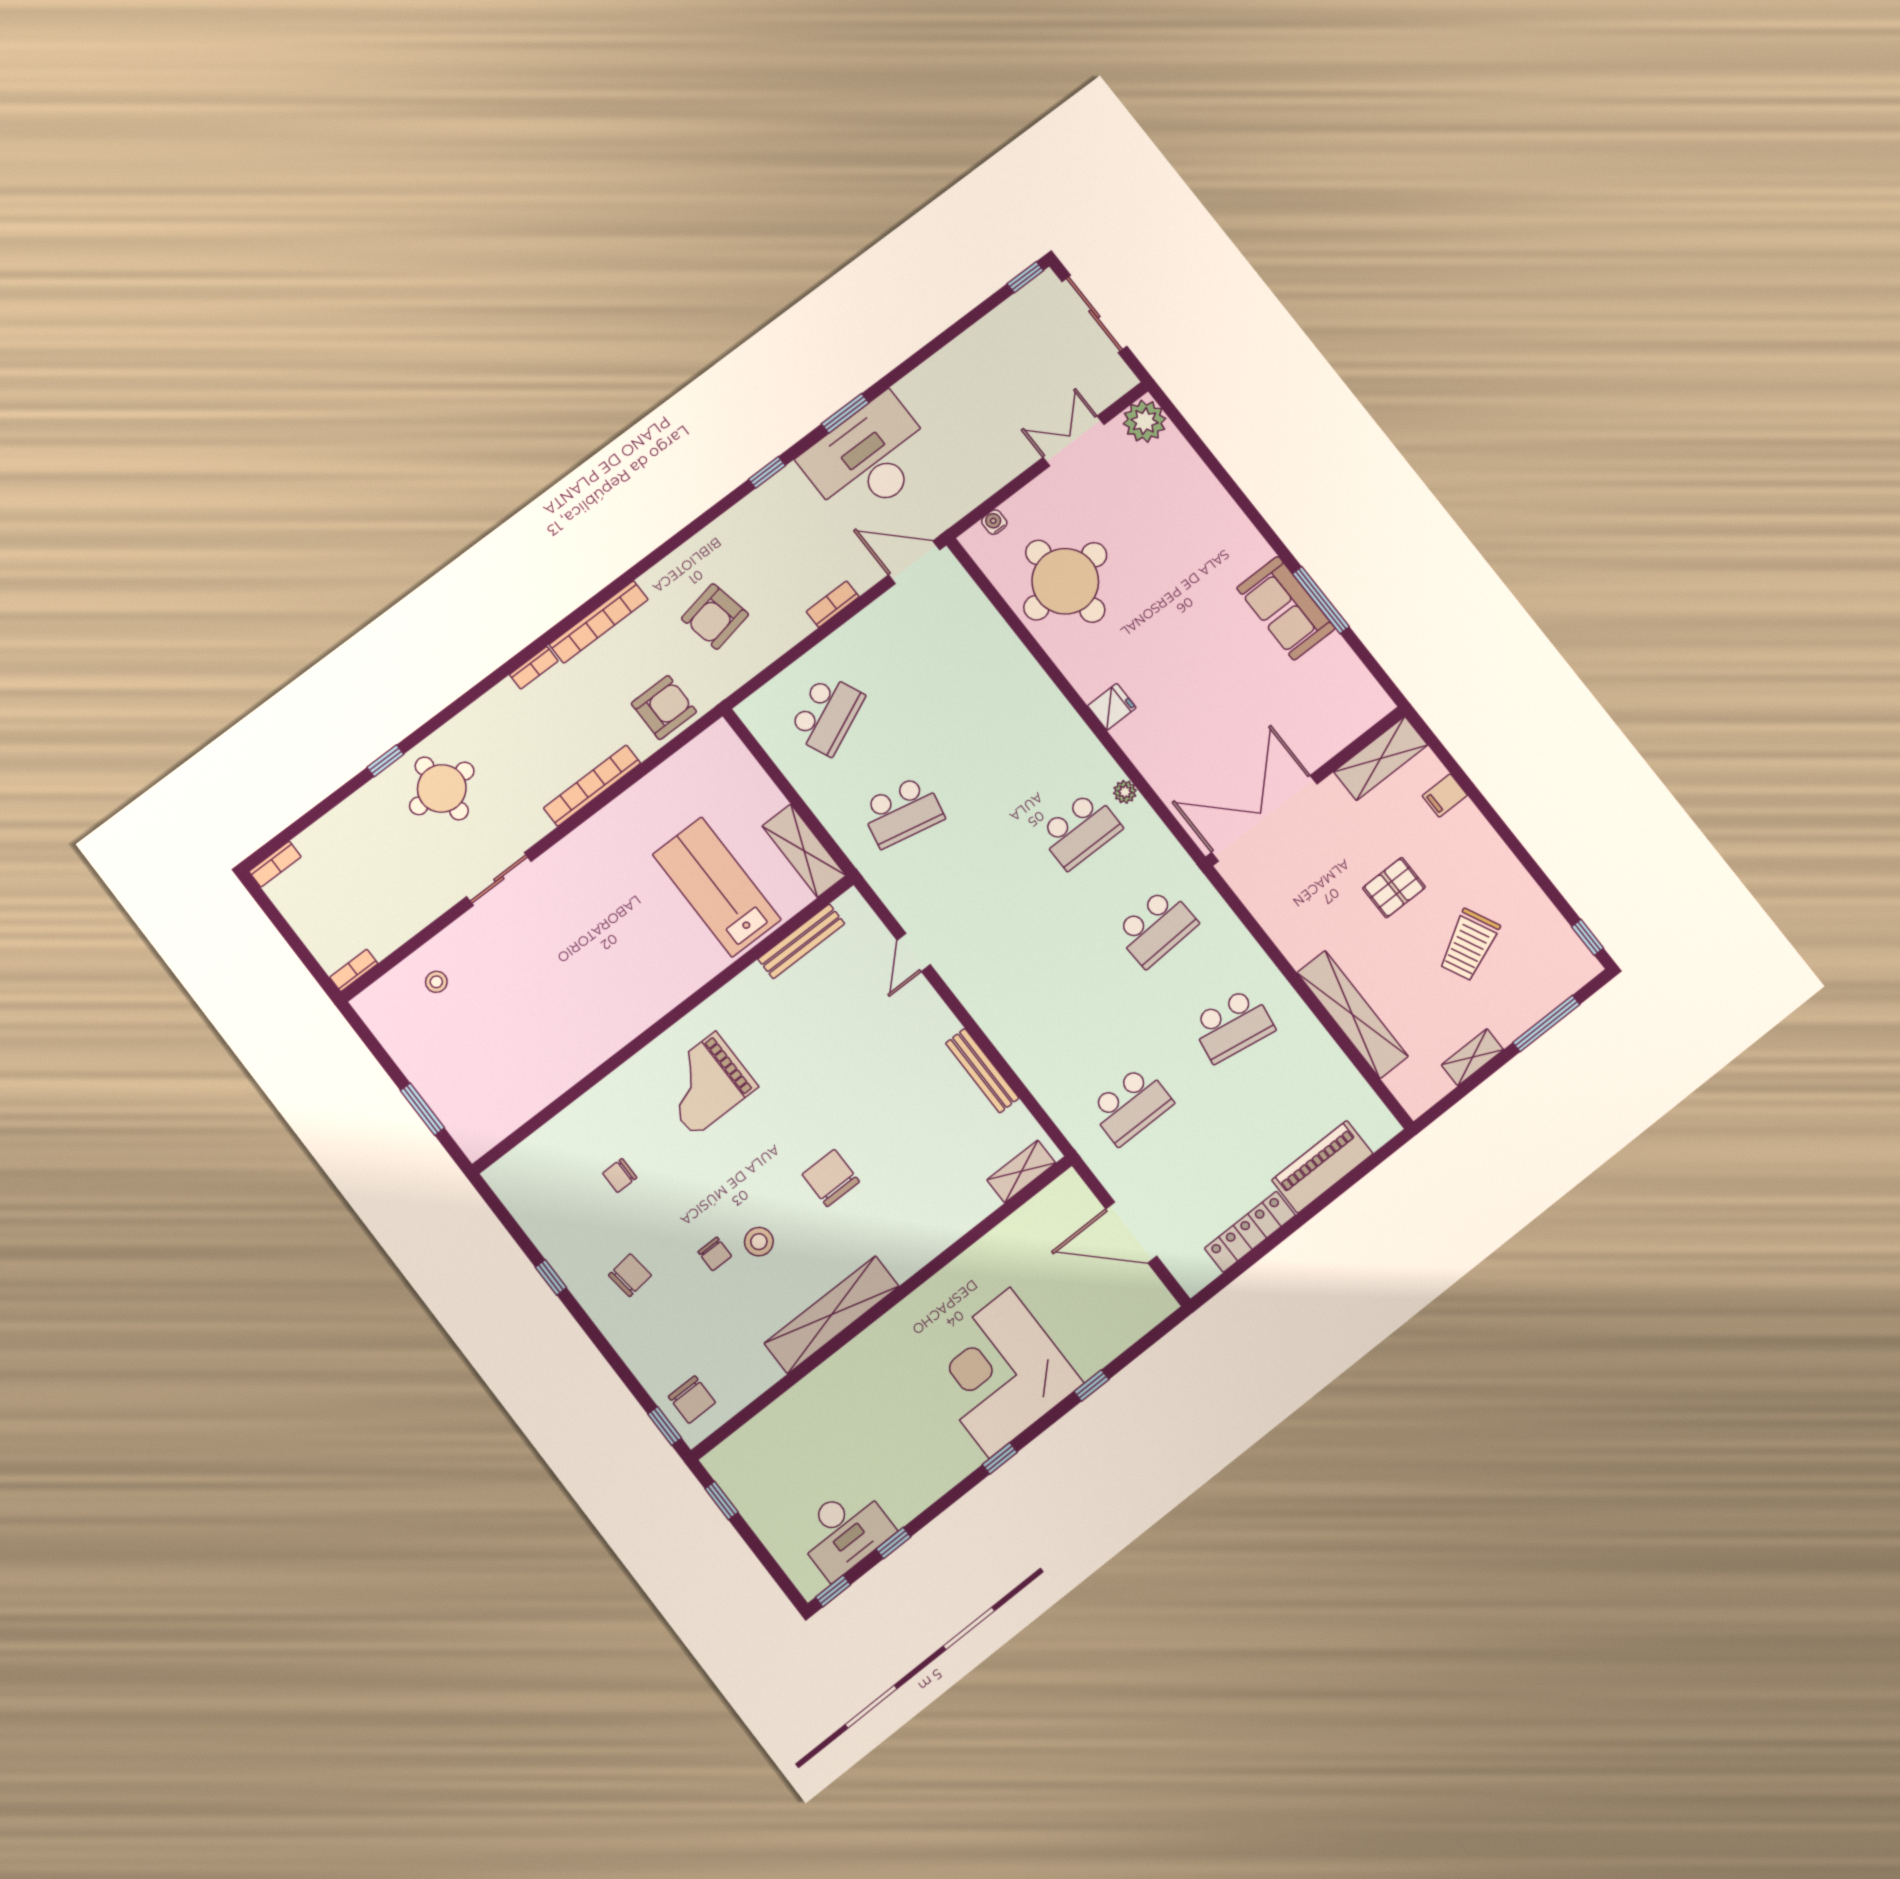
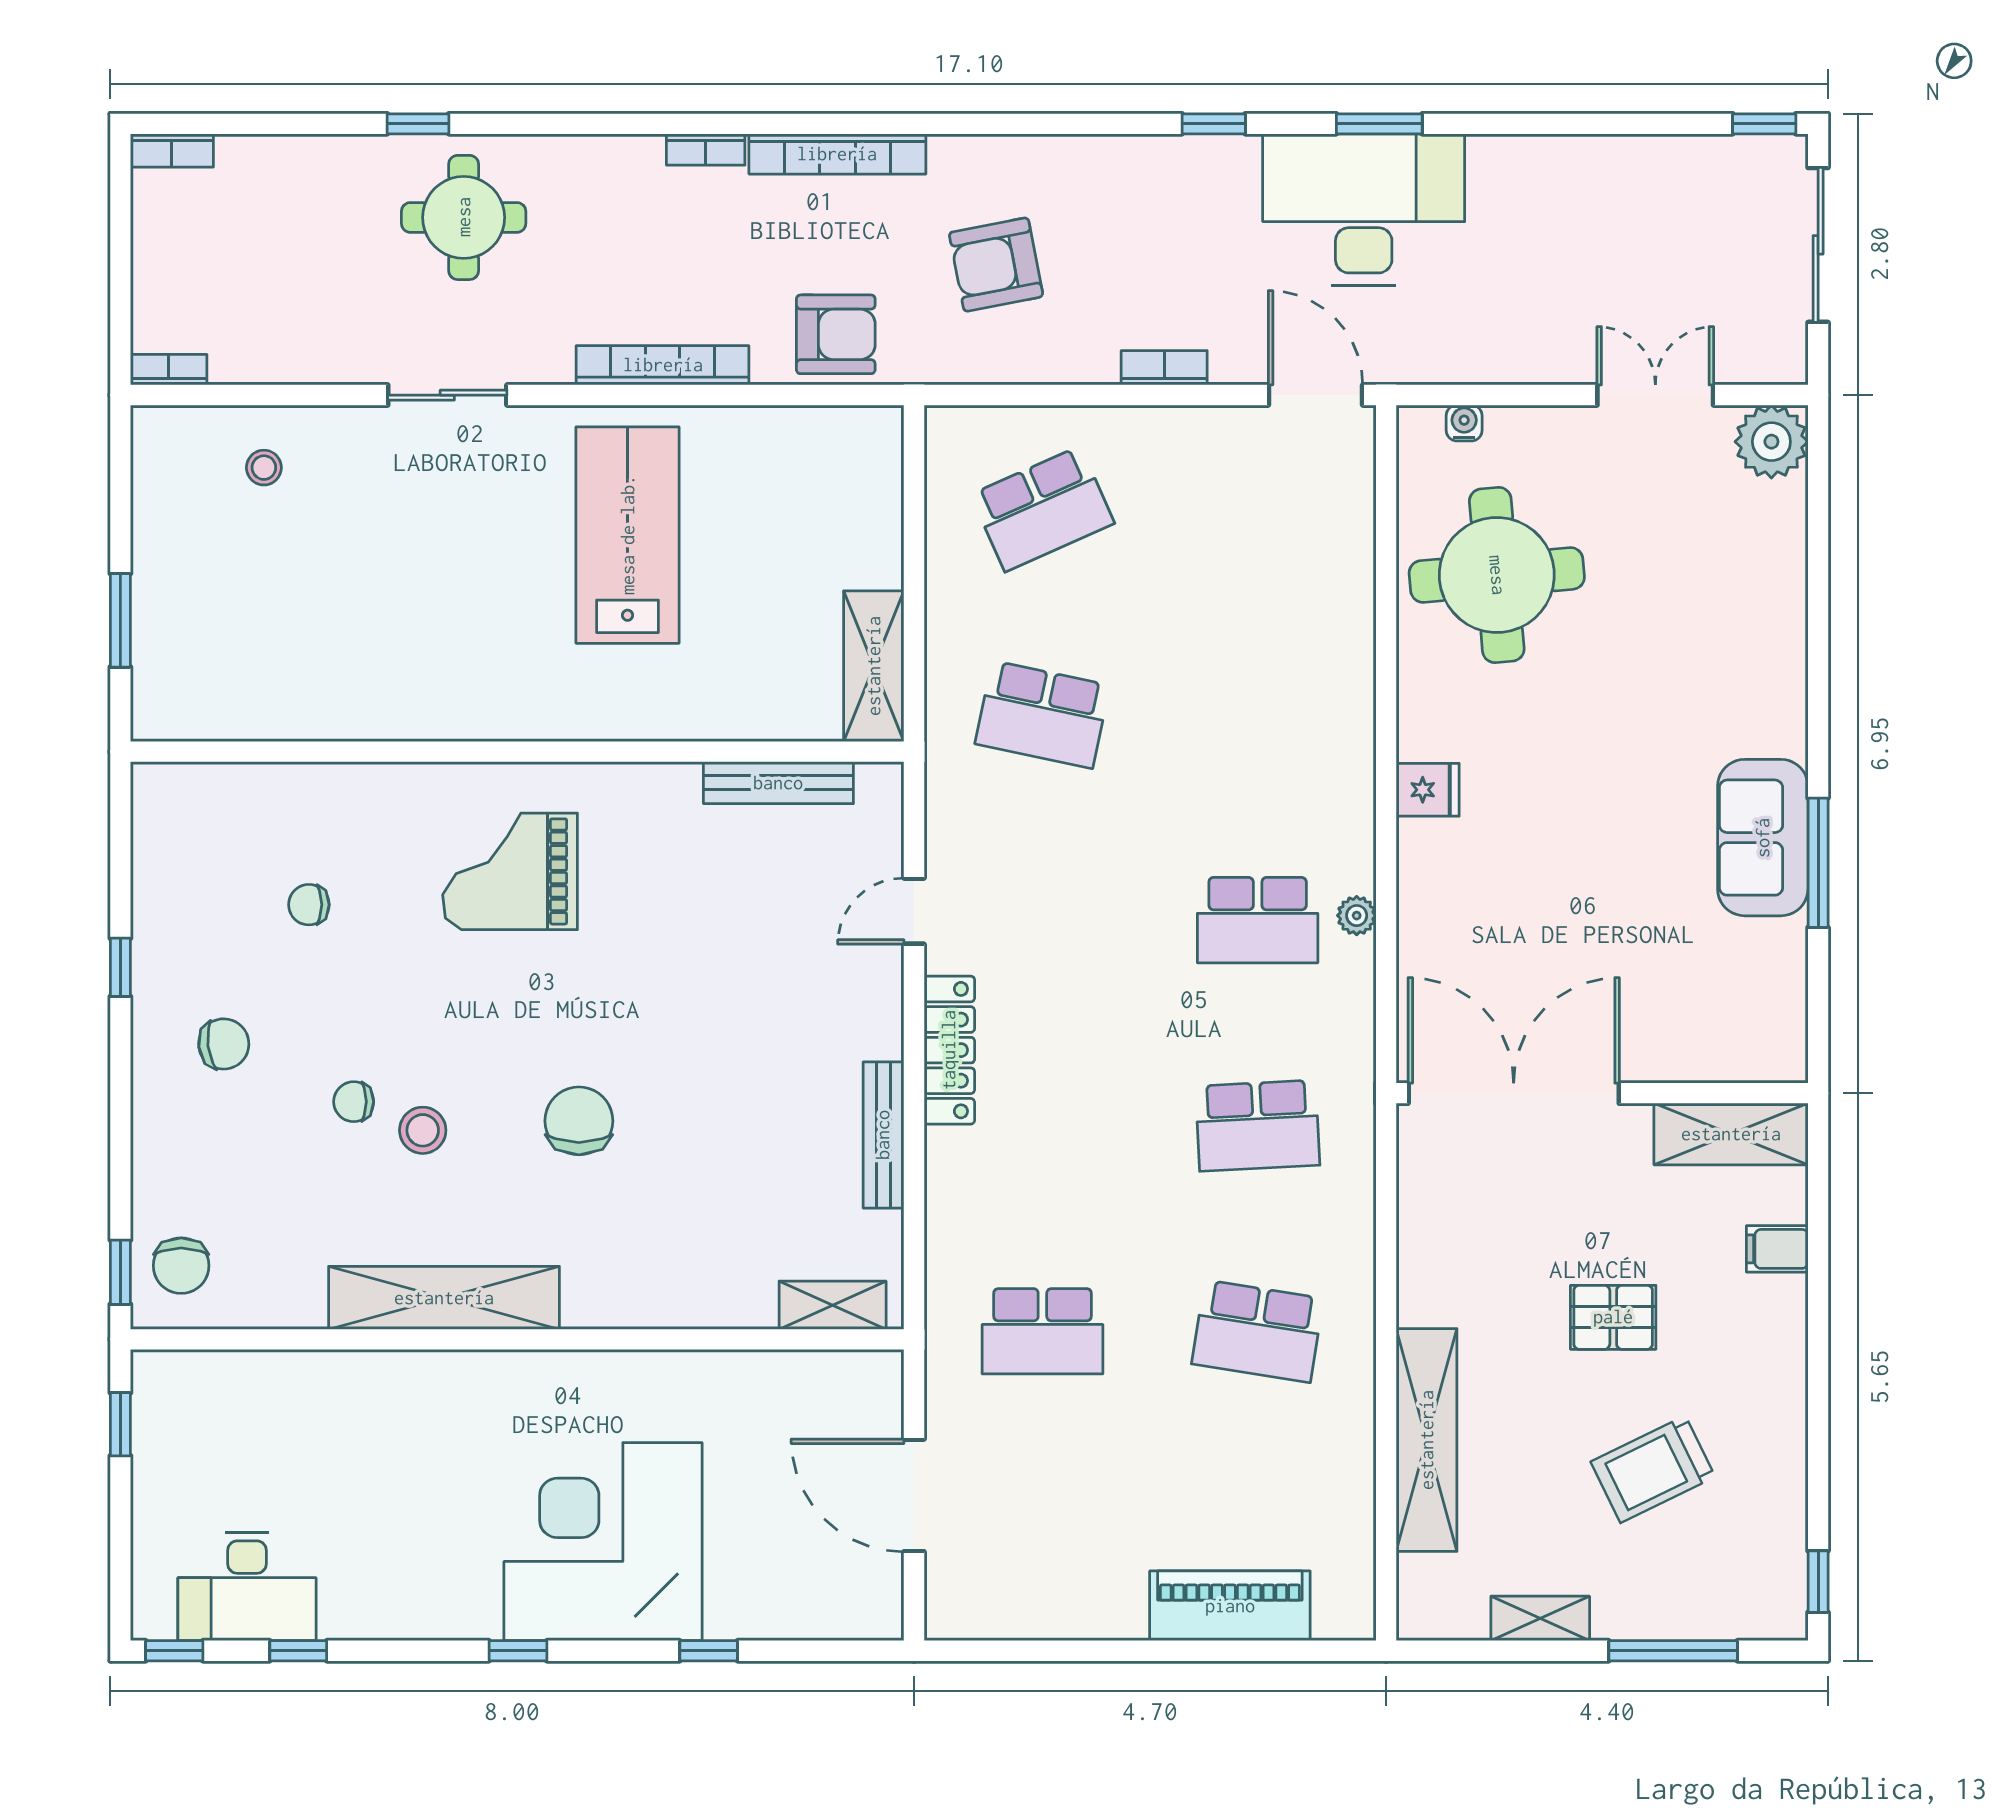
lab bench: (717, 887) -> (628, 535), moved
locker: (1250, 1232) -> (949, 1050), moved, turned 90
chair: (715, 1254) -> (354, 1102), turned 90

